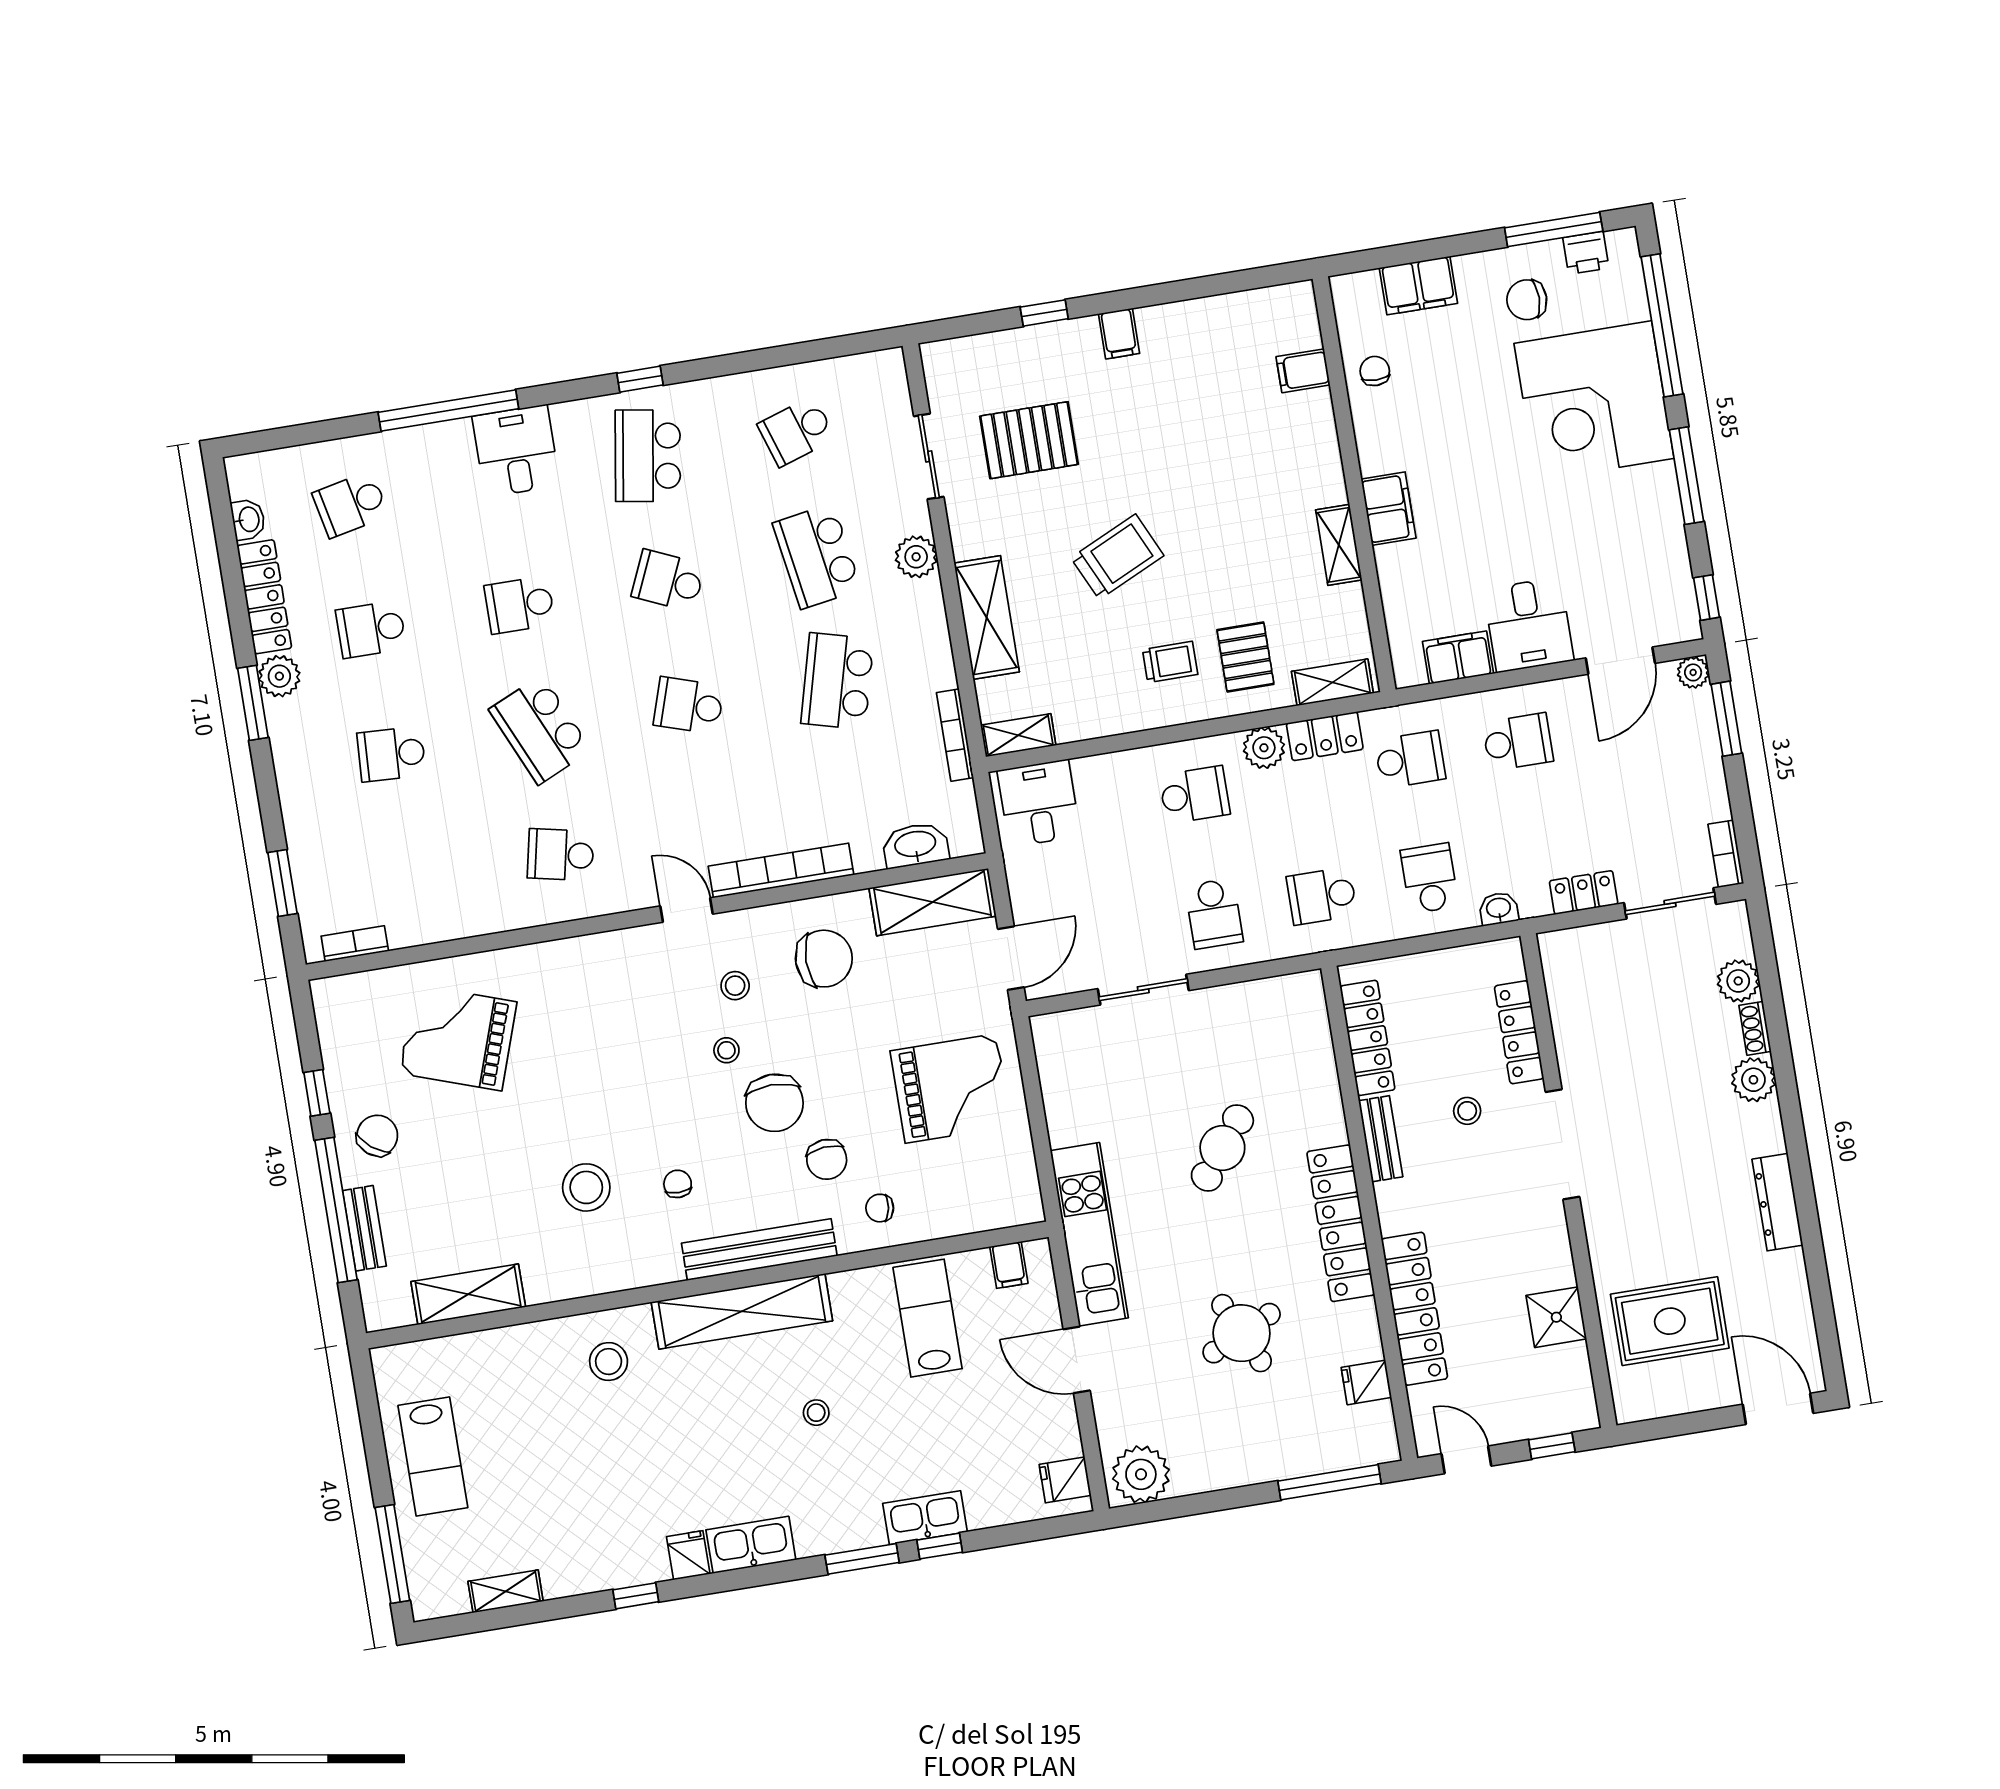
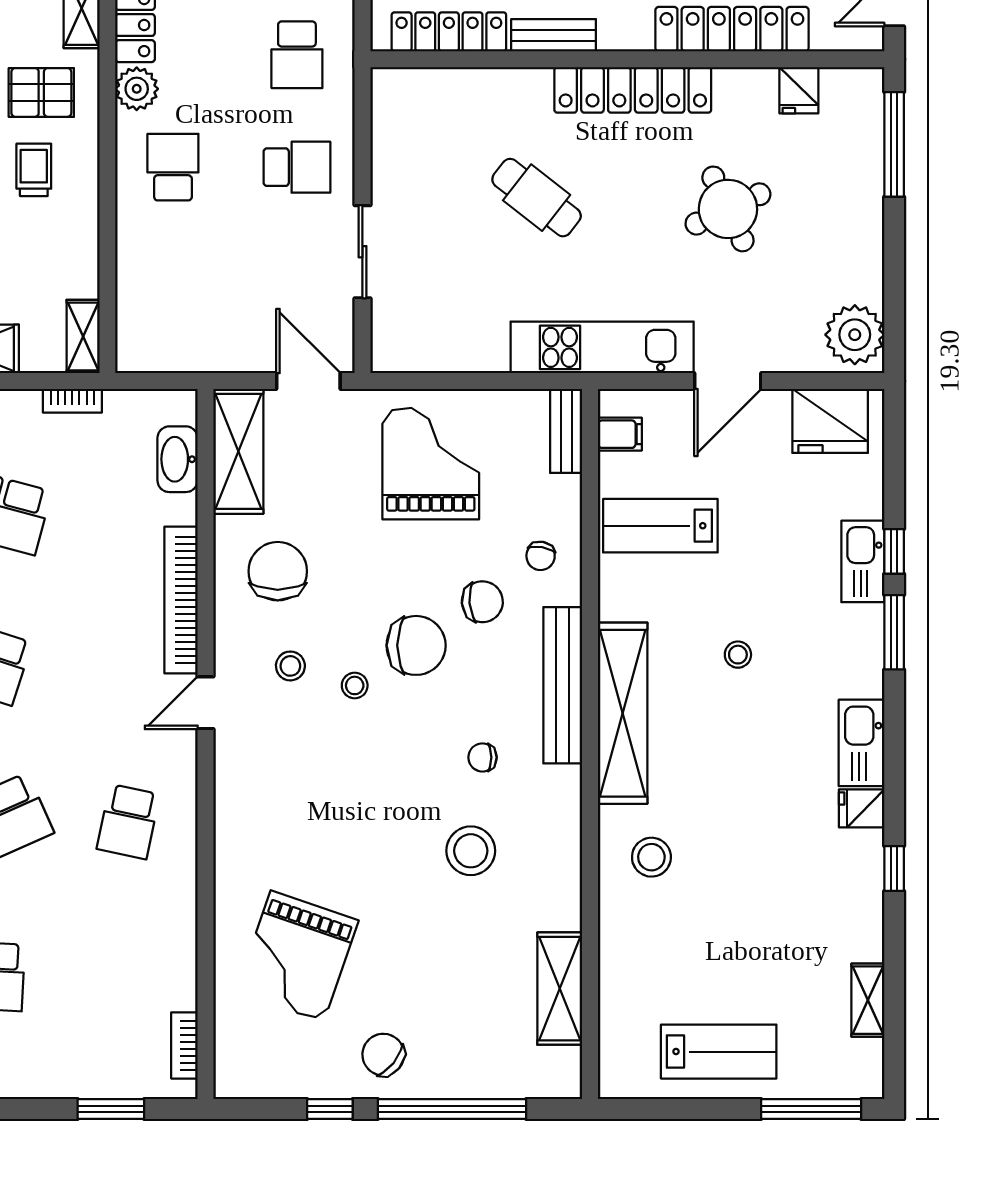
bookcase: (955, 735) -> (72, 401), width x0.64
desk: (1039, 803) -> (156, 327), removed
bench: (364, 1228) -> (566, 431), moved, turned 90
fridge: (1065, 1480) -> (830, 421), width x1.88, depth x1.34

